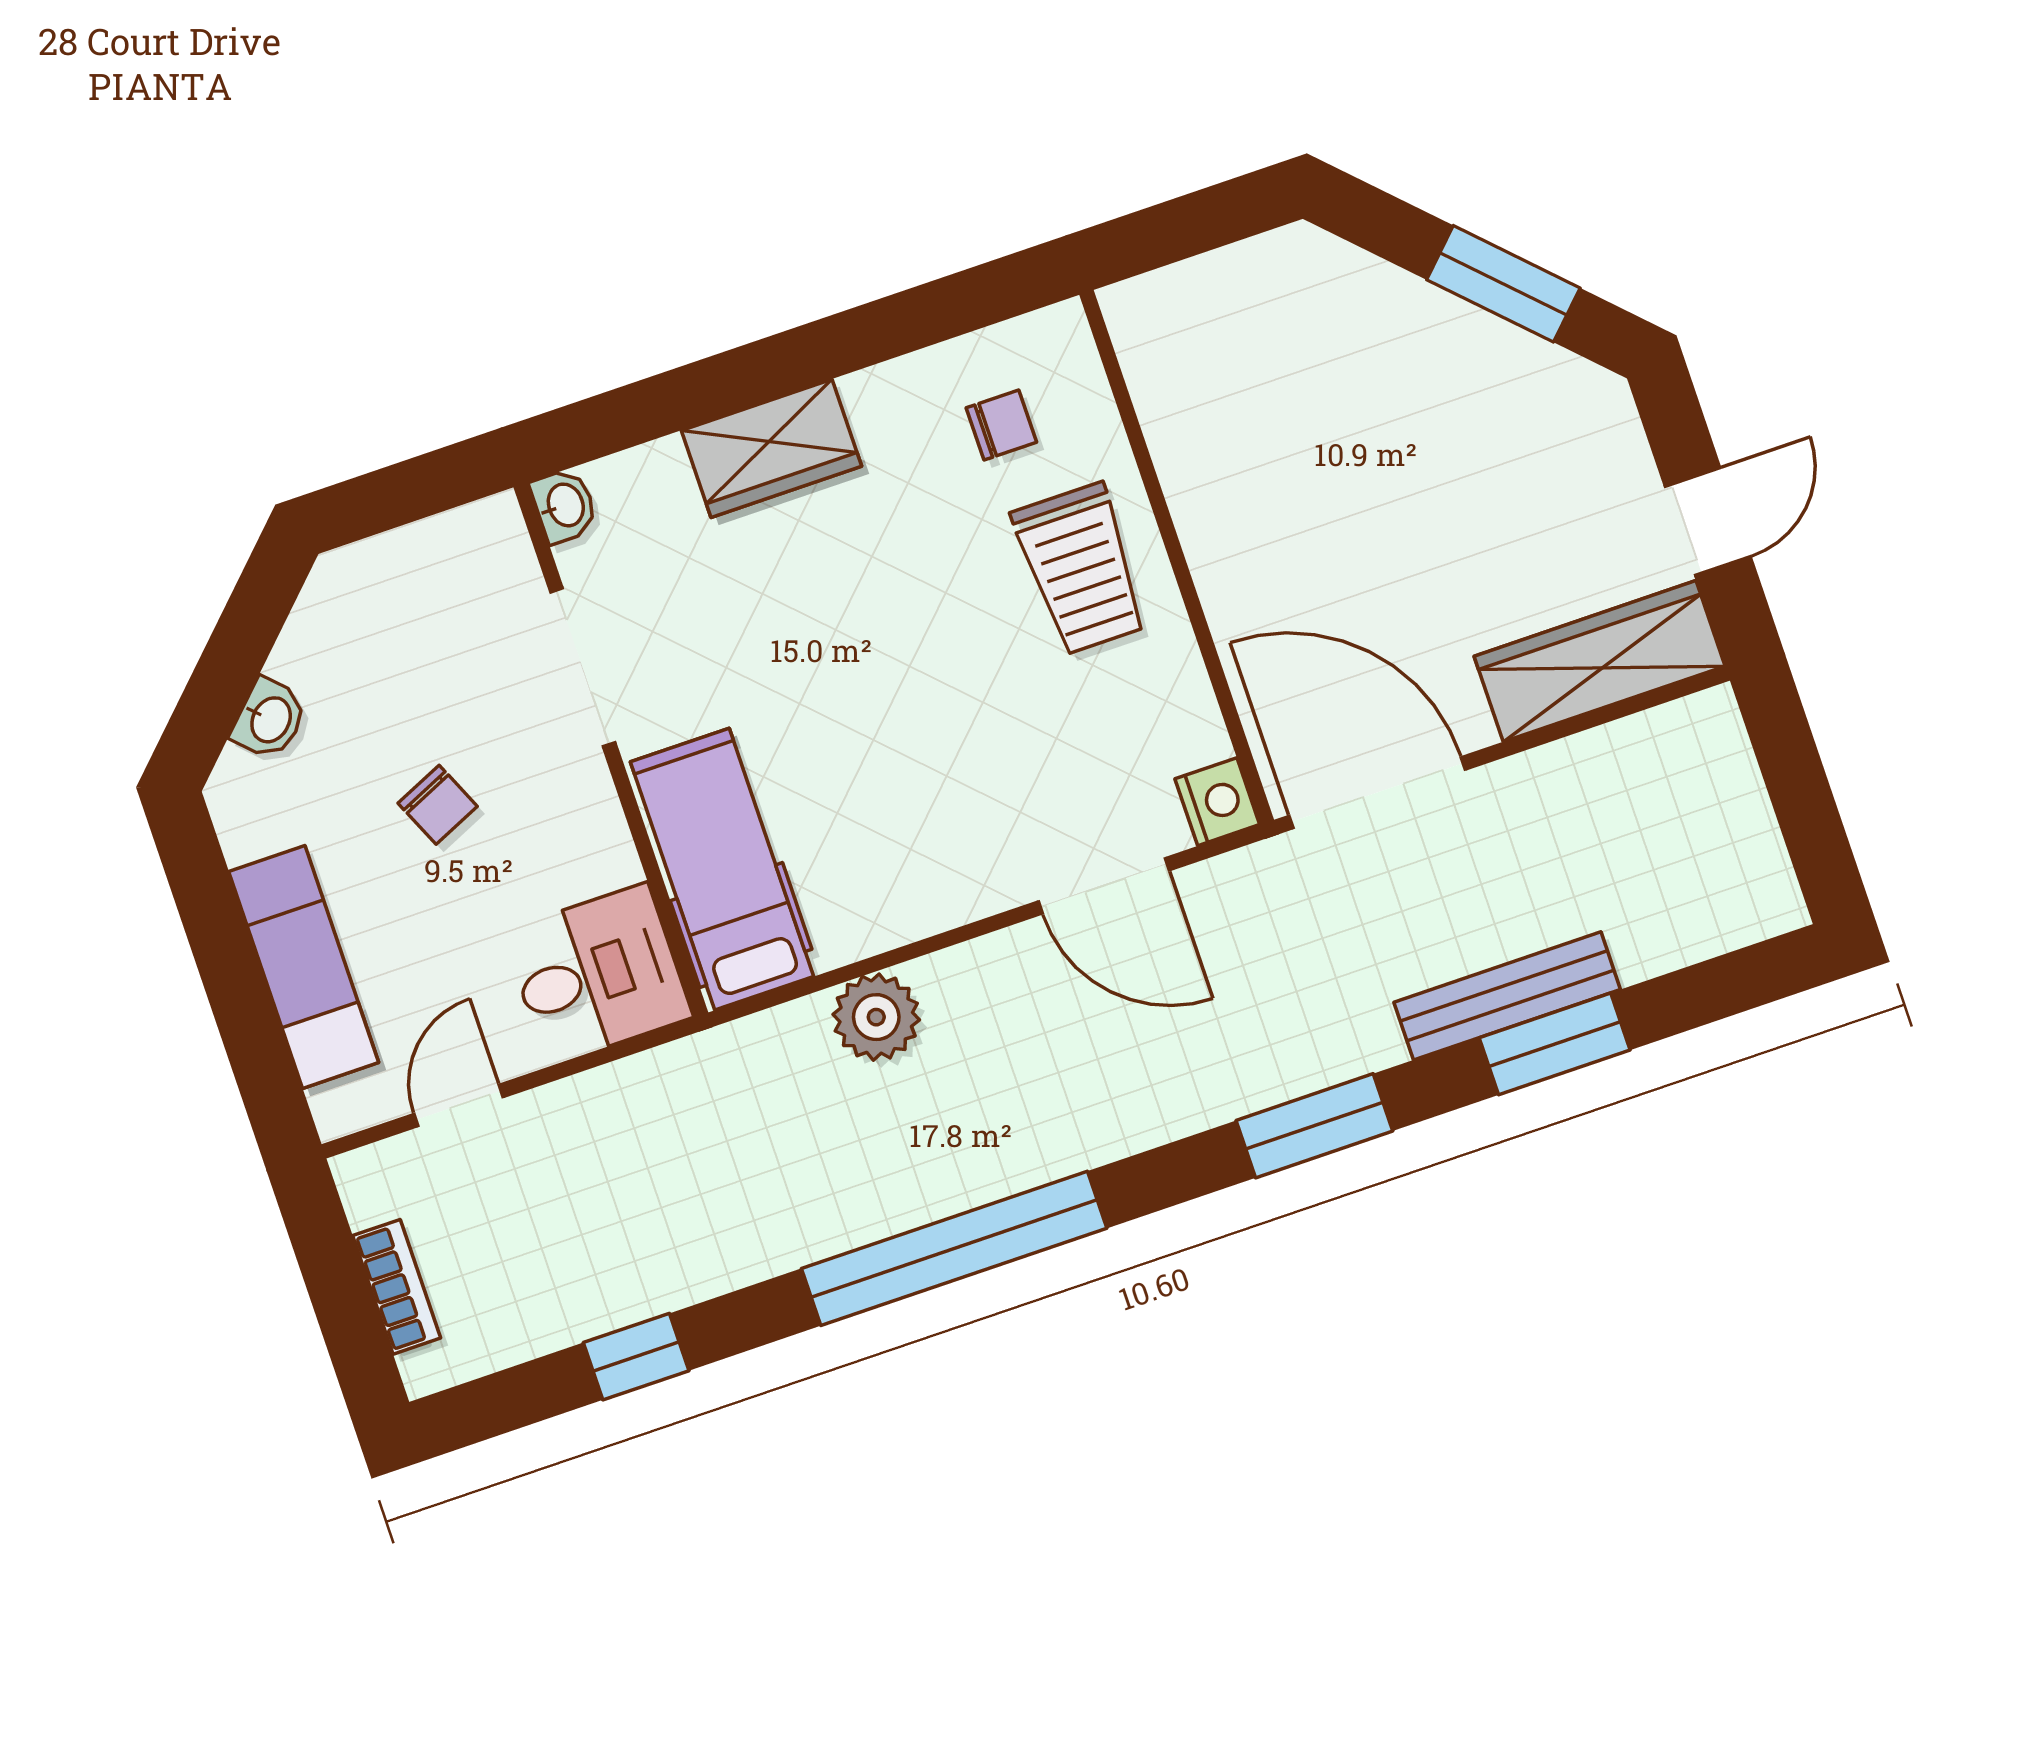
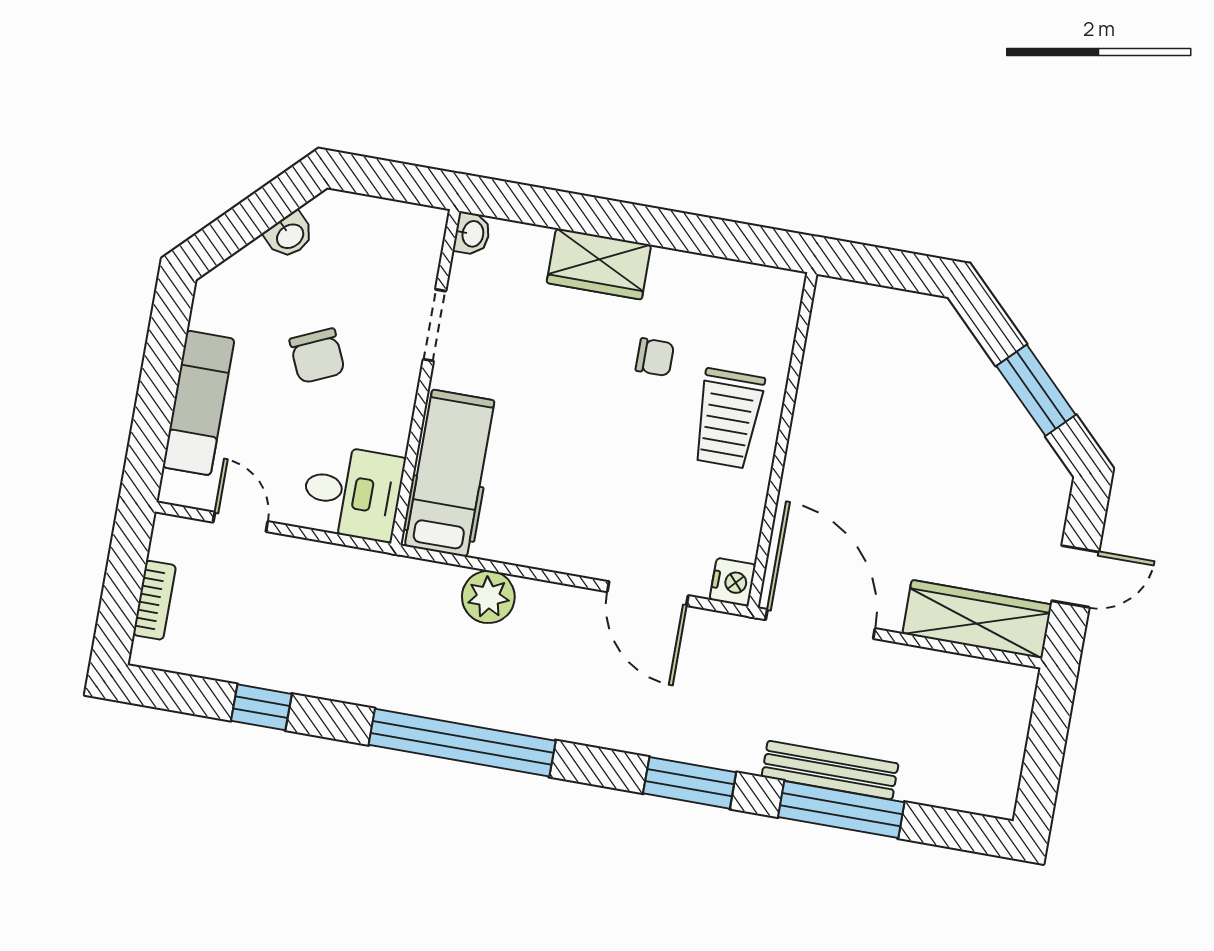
chair: (1001, 425) -> (655, 357), moved
doorway: (583, 667) -> (434, 325), width x0.73
washbasin: (270, 719) -> (290, 235), moved
chair: (438, 805) -> (317, 356), width x1.37, depth x1.37
window: (1555, 1044) -> (841, 810), width x1.44
door: (459, 1105) -> (240, 522), hinge flipped

